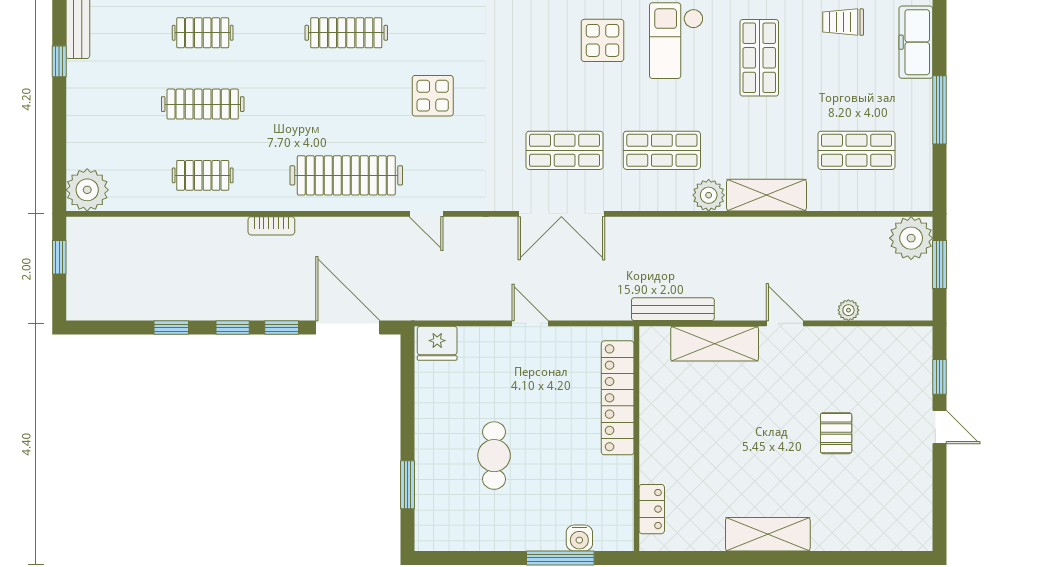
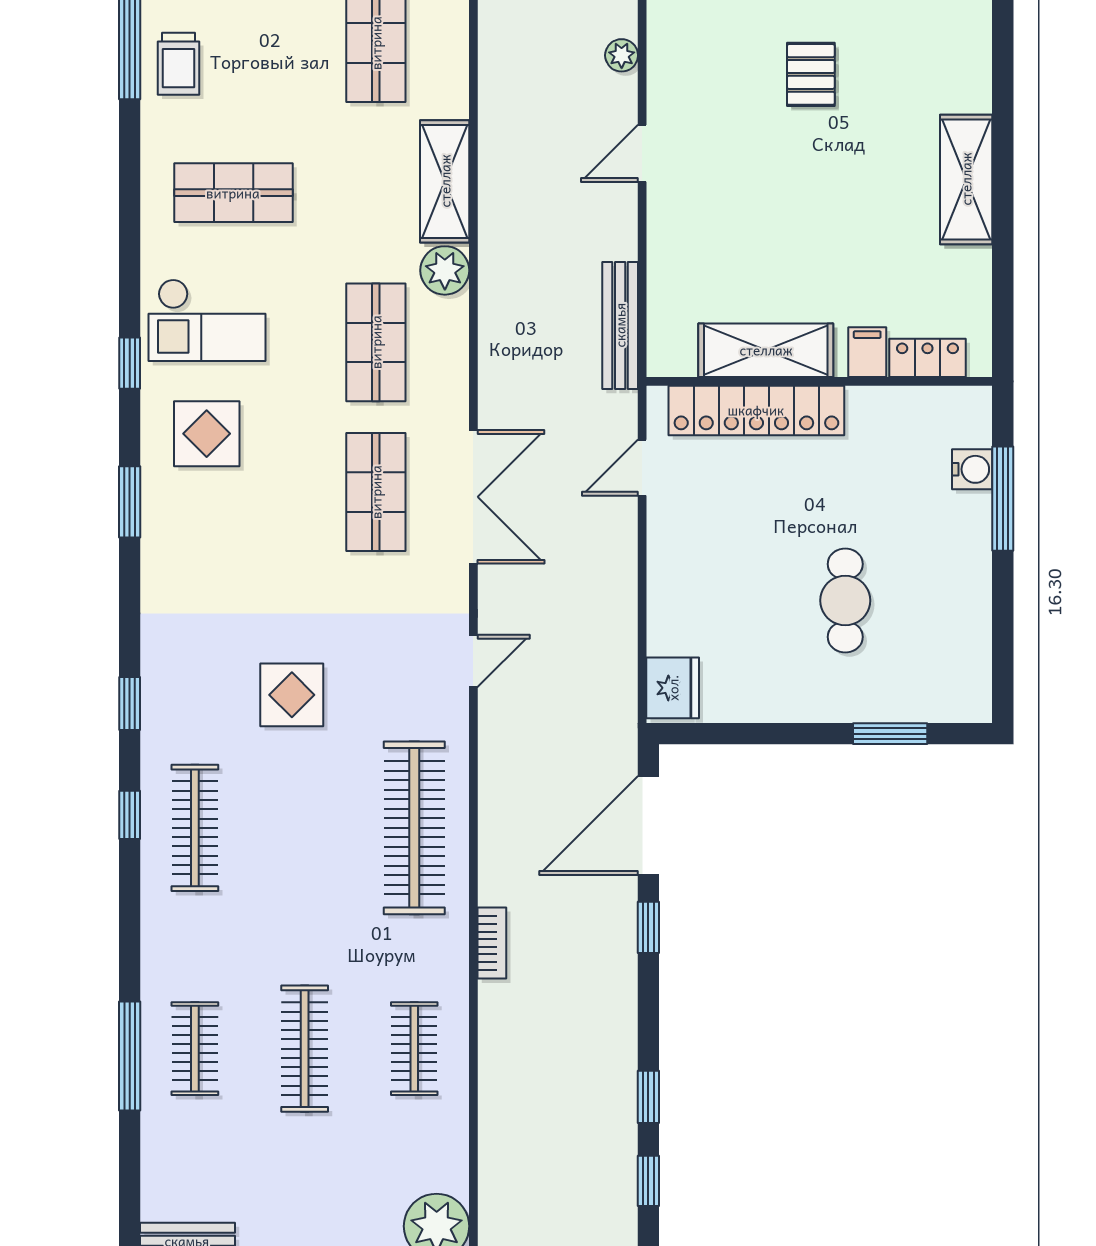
door: (426, 214) -> (473, 661), moved
door: (530, 323) -> (642, 468), moved
window: (233, 328) -> (648, 1181), moved
shelving: (715, 344) -> (766, 350), moved, turned 90
pallet: (836, 433) -> (811, 74), turned 90
cafe table: (494, 456) -> (845, 600), turned 90
filing cabinet: (656, 470) -> (867, 352), added

